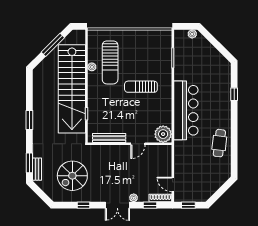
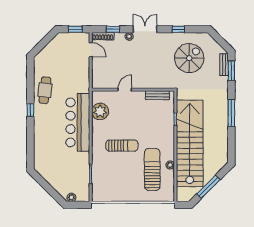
window: (234, 94) -> (30, 110), moved
window: (29, 120) -> (231, 113), width x1.44
plant: (163, 134) -> (100, 111), moved
bench: (109, 138) -> (157, 95), width x0.73

